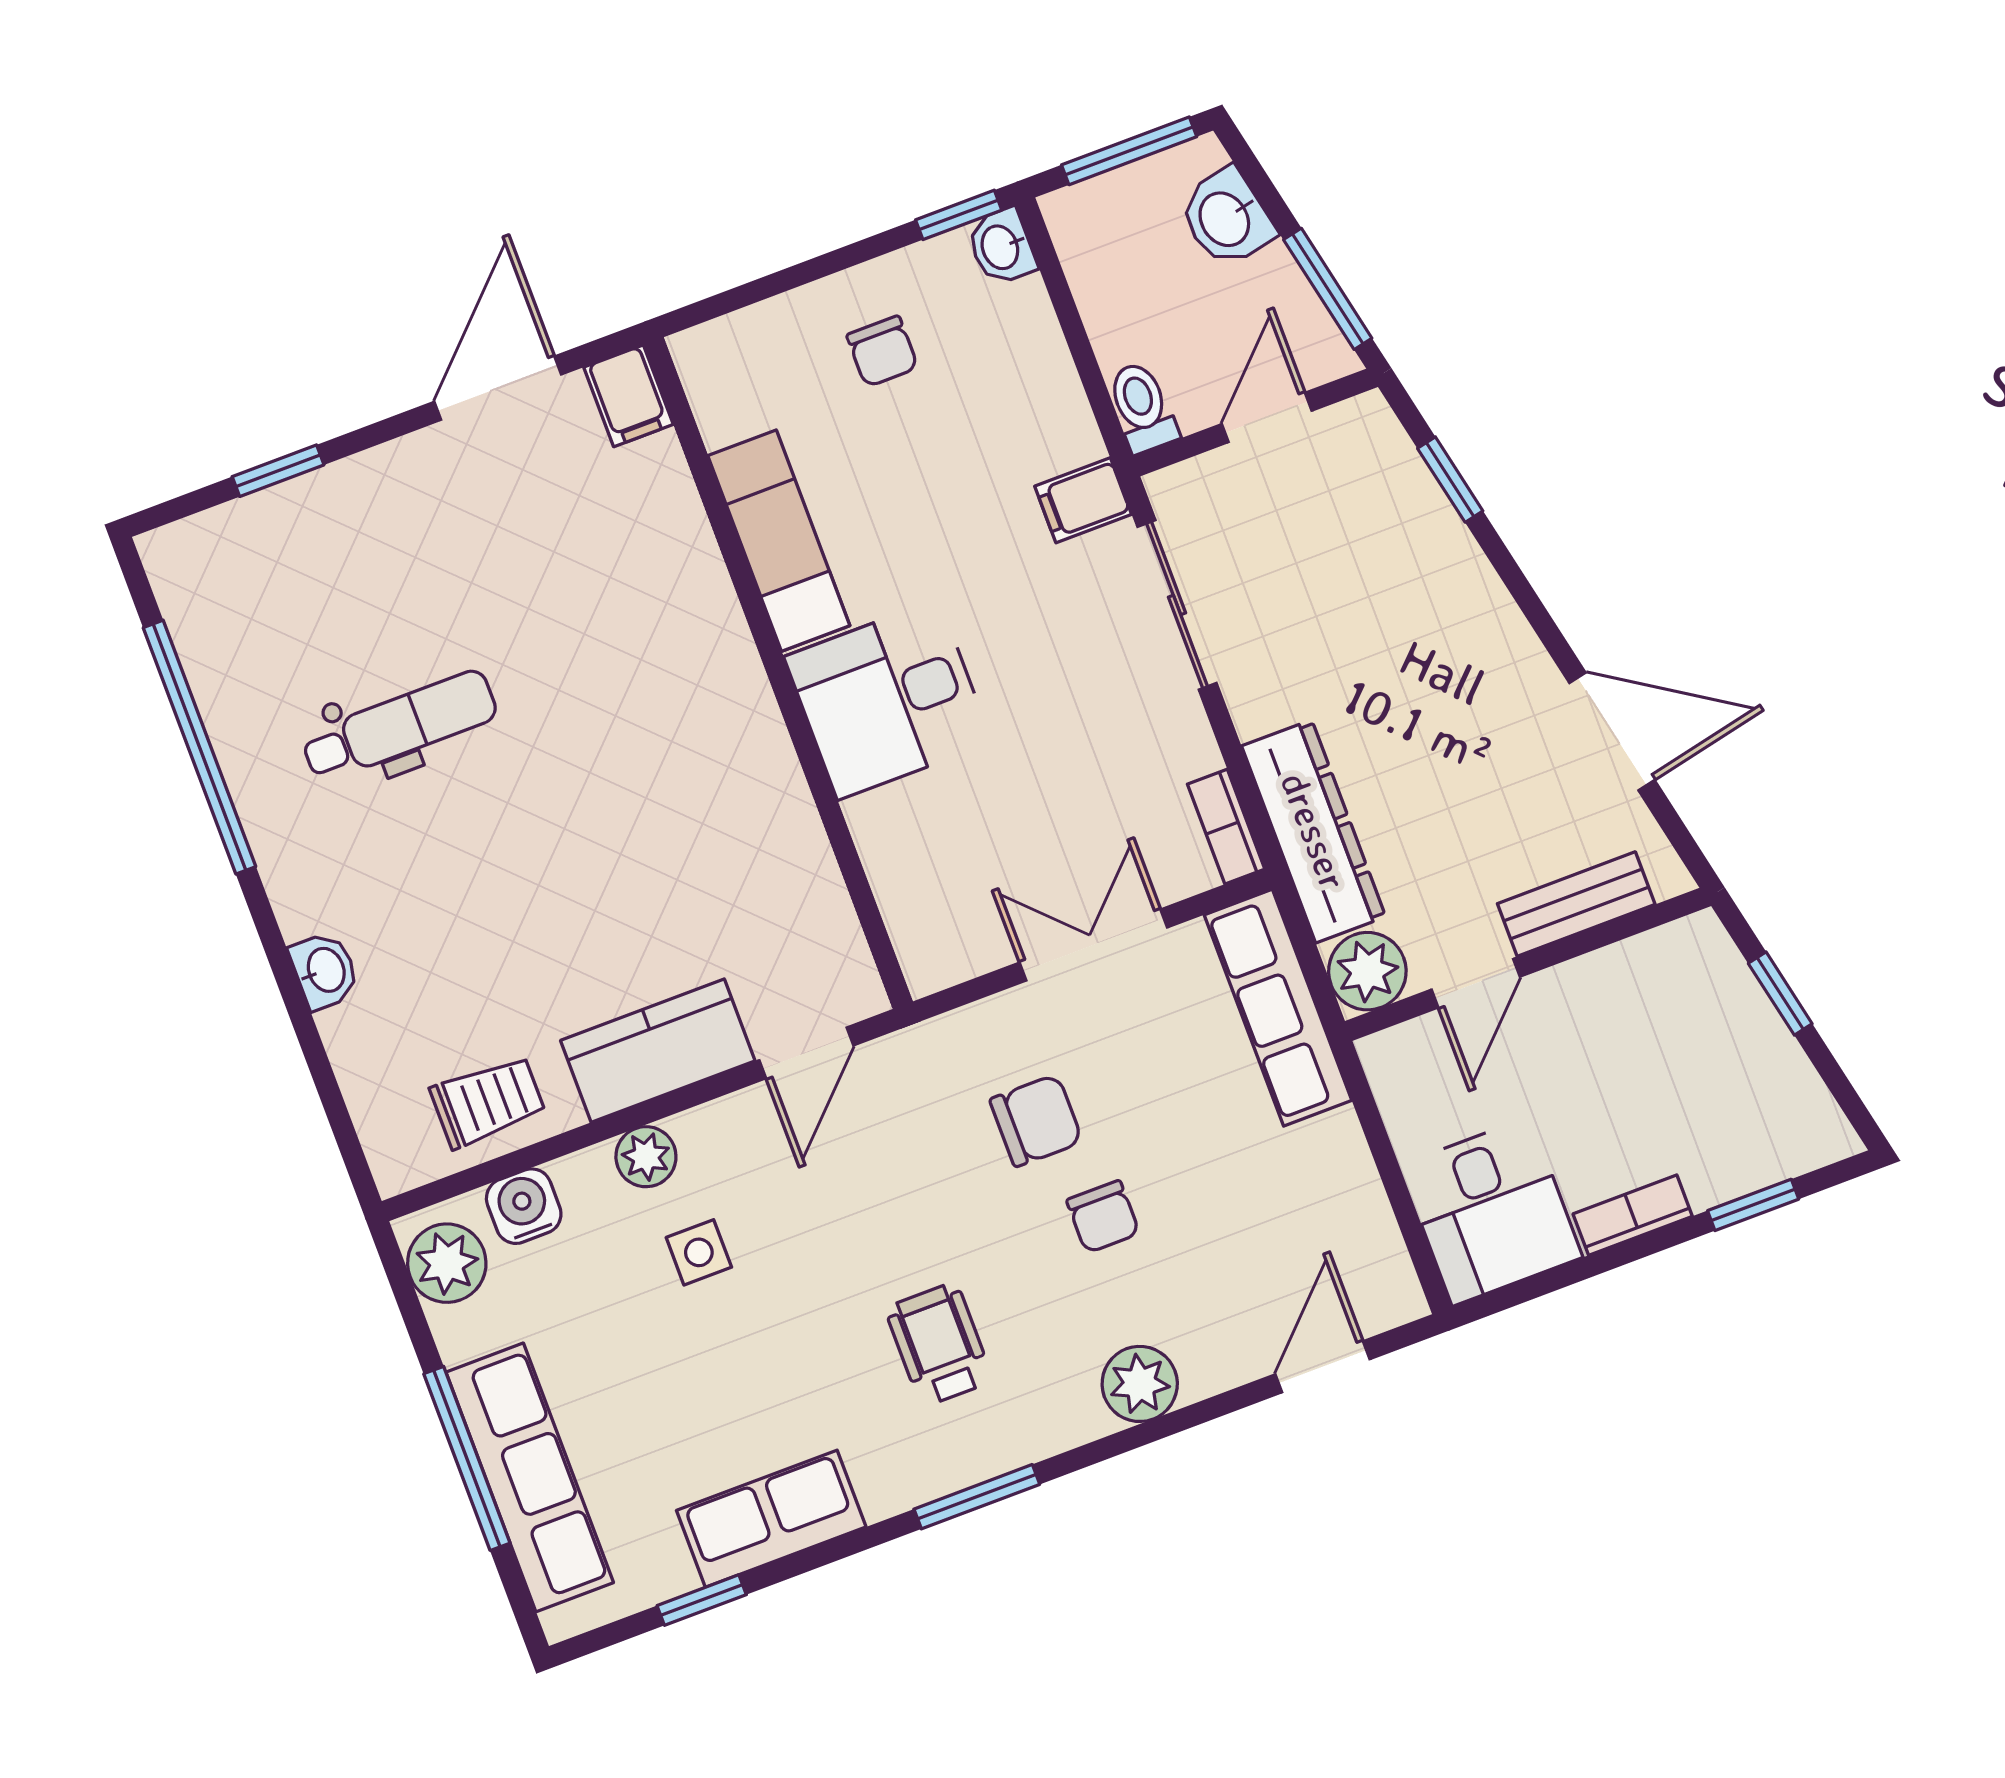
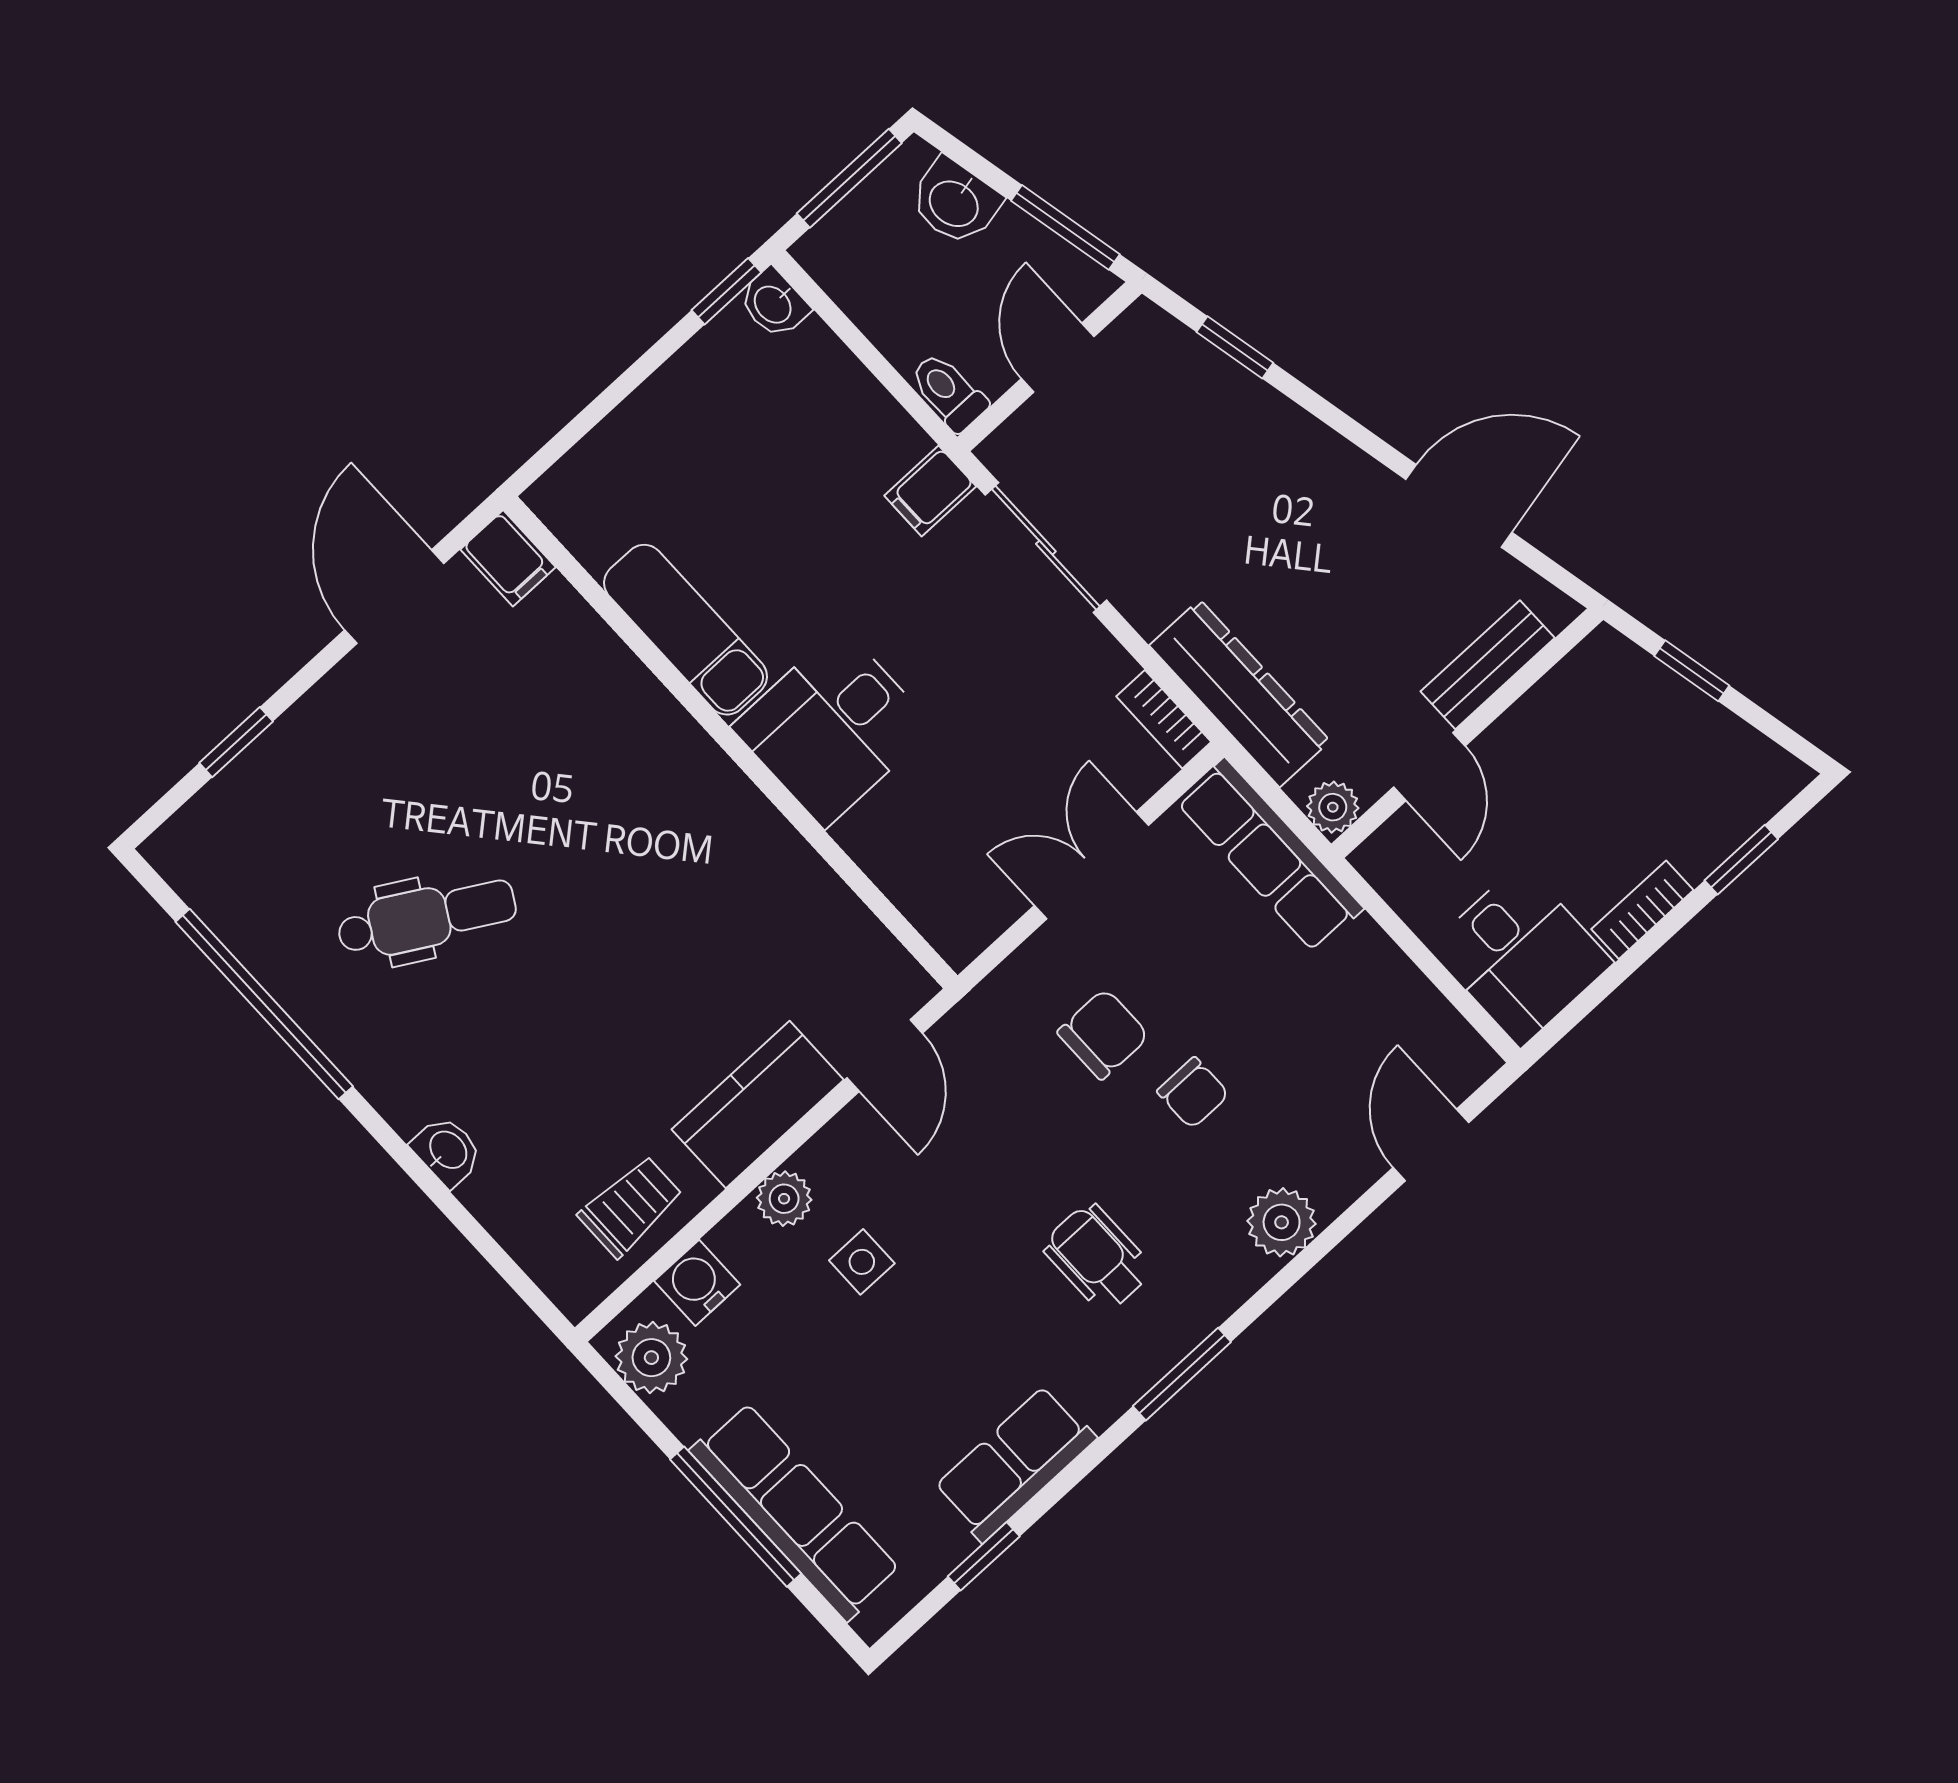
chair: (882, 351) -> (708, 433), removed
dental chair: (399, 726) -> (427, 918), turned 30
plant: (1367, 971) -> (1333, 807), width x0.73, depth x0.73

